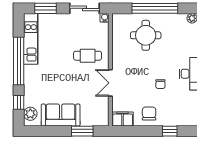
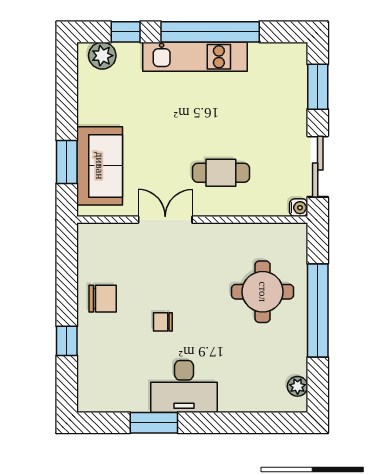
kitchen unit: (31, 39) -> (195, 57), moved
cafe table: (88, 56) -> (221, 173), turned 90
sofa: (61, 115) -> (100, 166), moved
filing cabinet: (123, 119) -> (91, 244), removed

